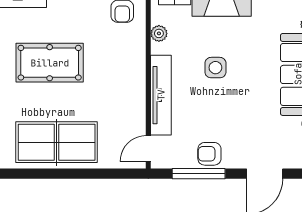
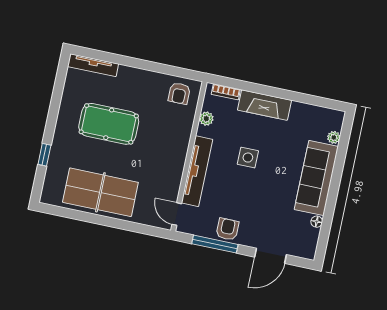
door: (148, 149) -> (177, 214), hinge flipped
armchair: (209, 154) -> (227, 229), turned 90

